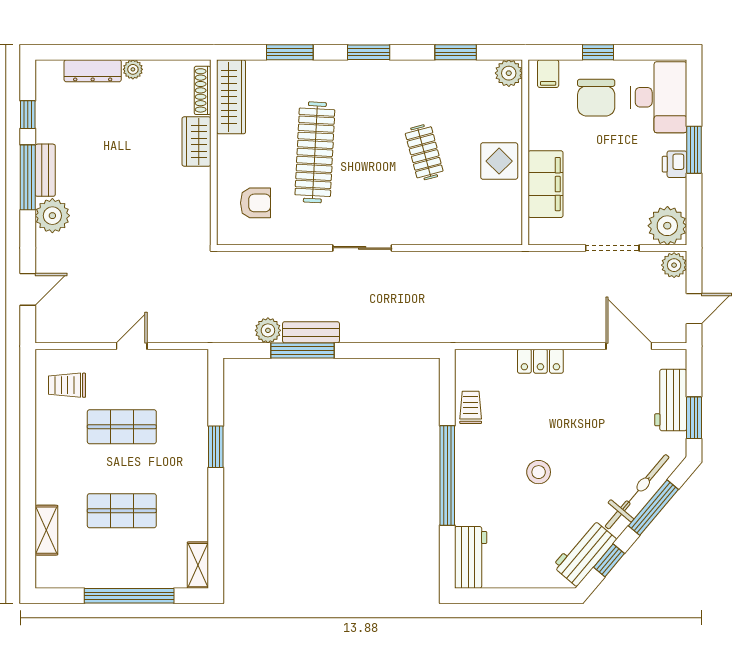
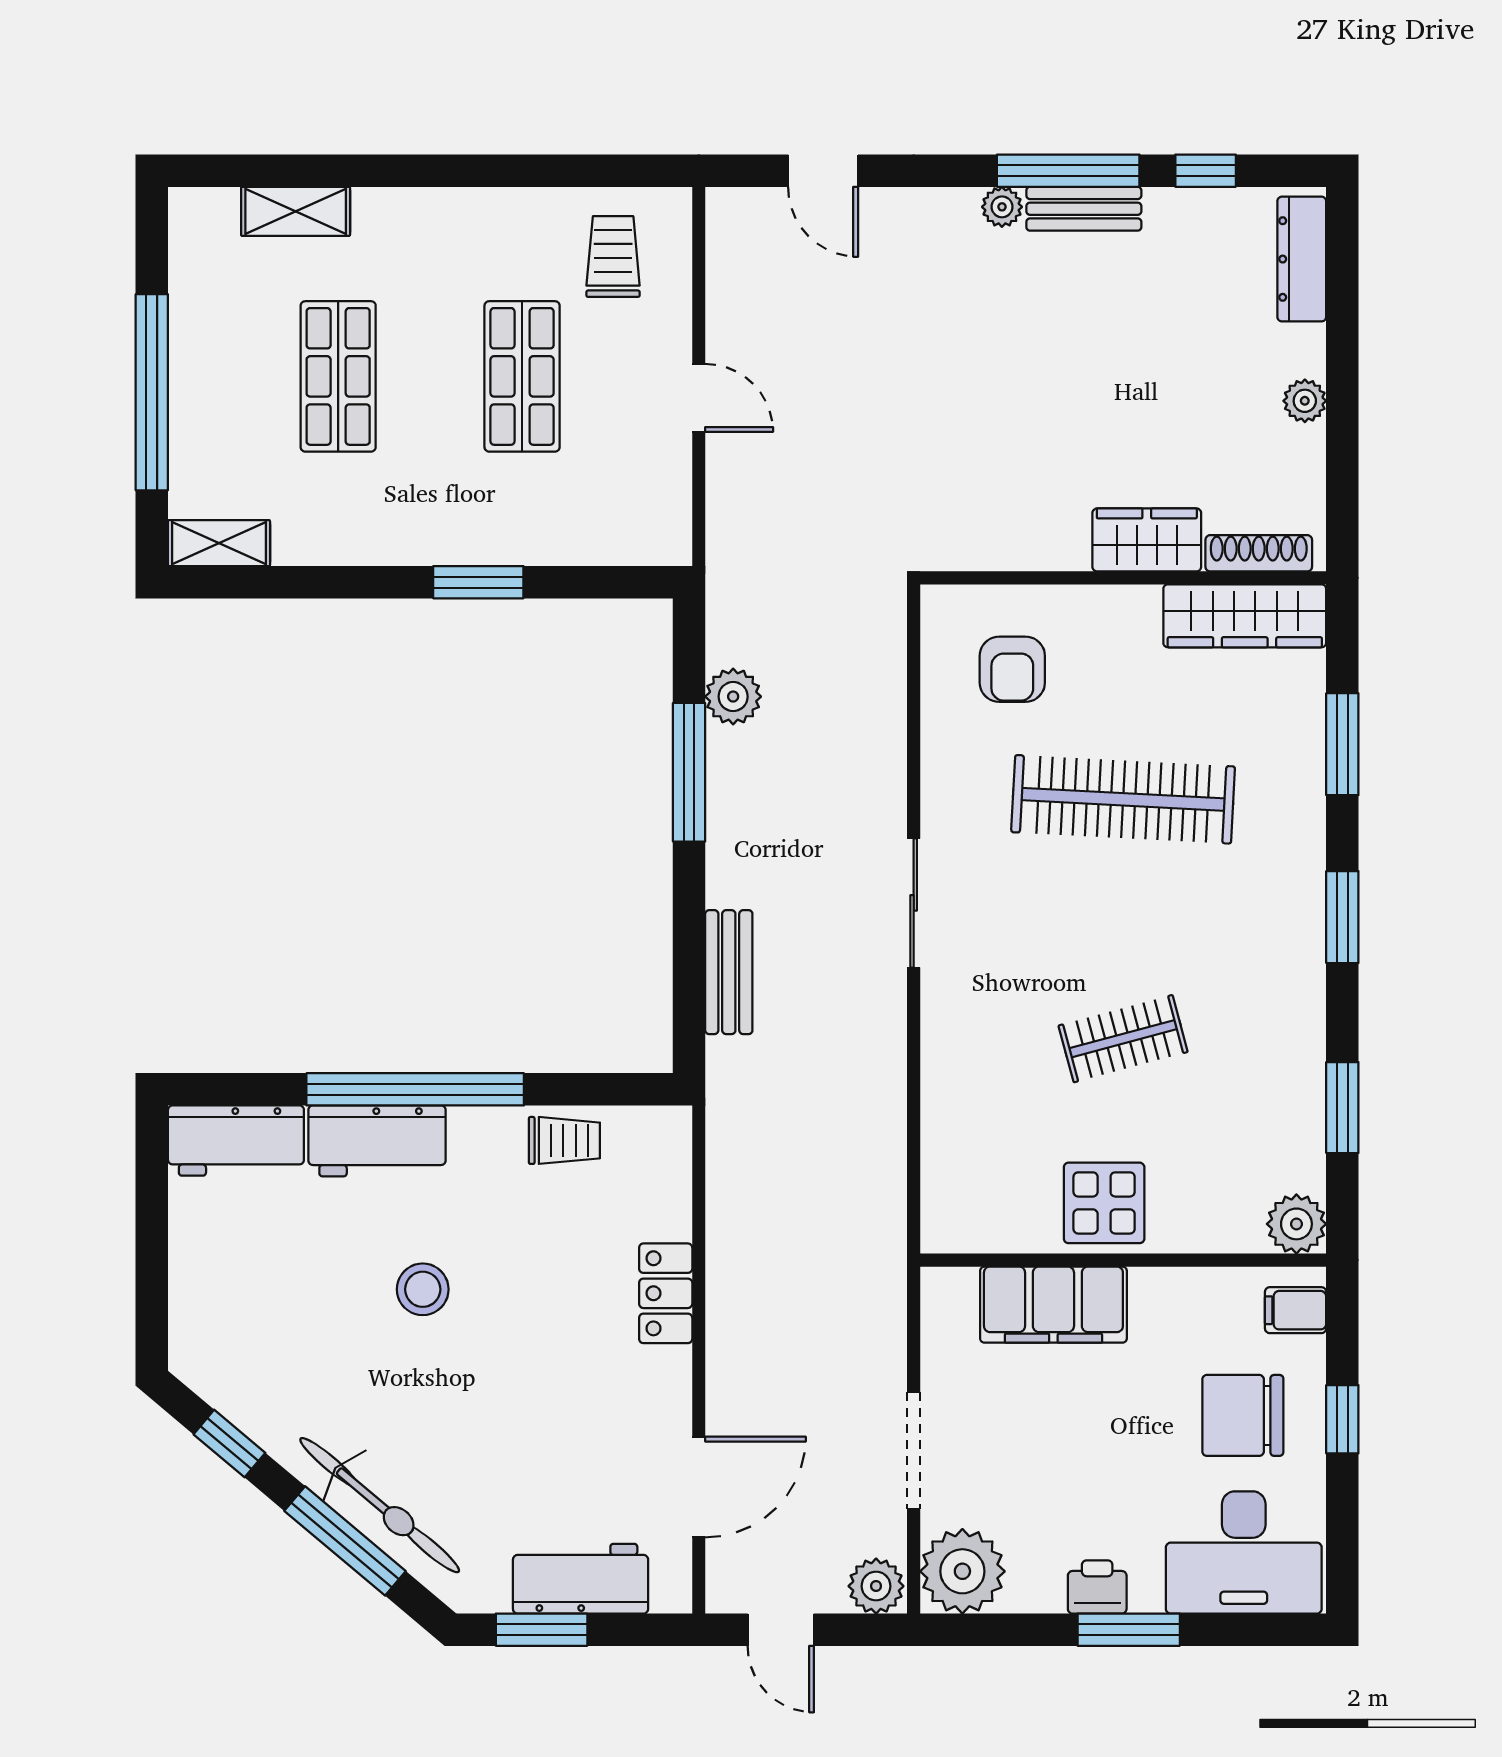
dresser: (93, 71) -> (1302, 259), moved
plant: (52, 216) -> (1002, 207), width x0.53, depth x0.53
bench: (311, 332) -> (729, 972), moved
workbench: (585, 553) -> (377, 1141), moved, turned 140

